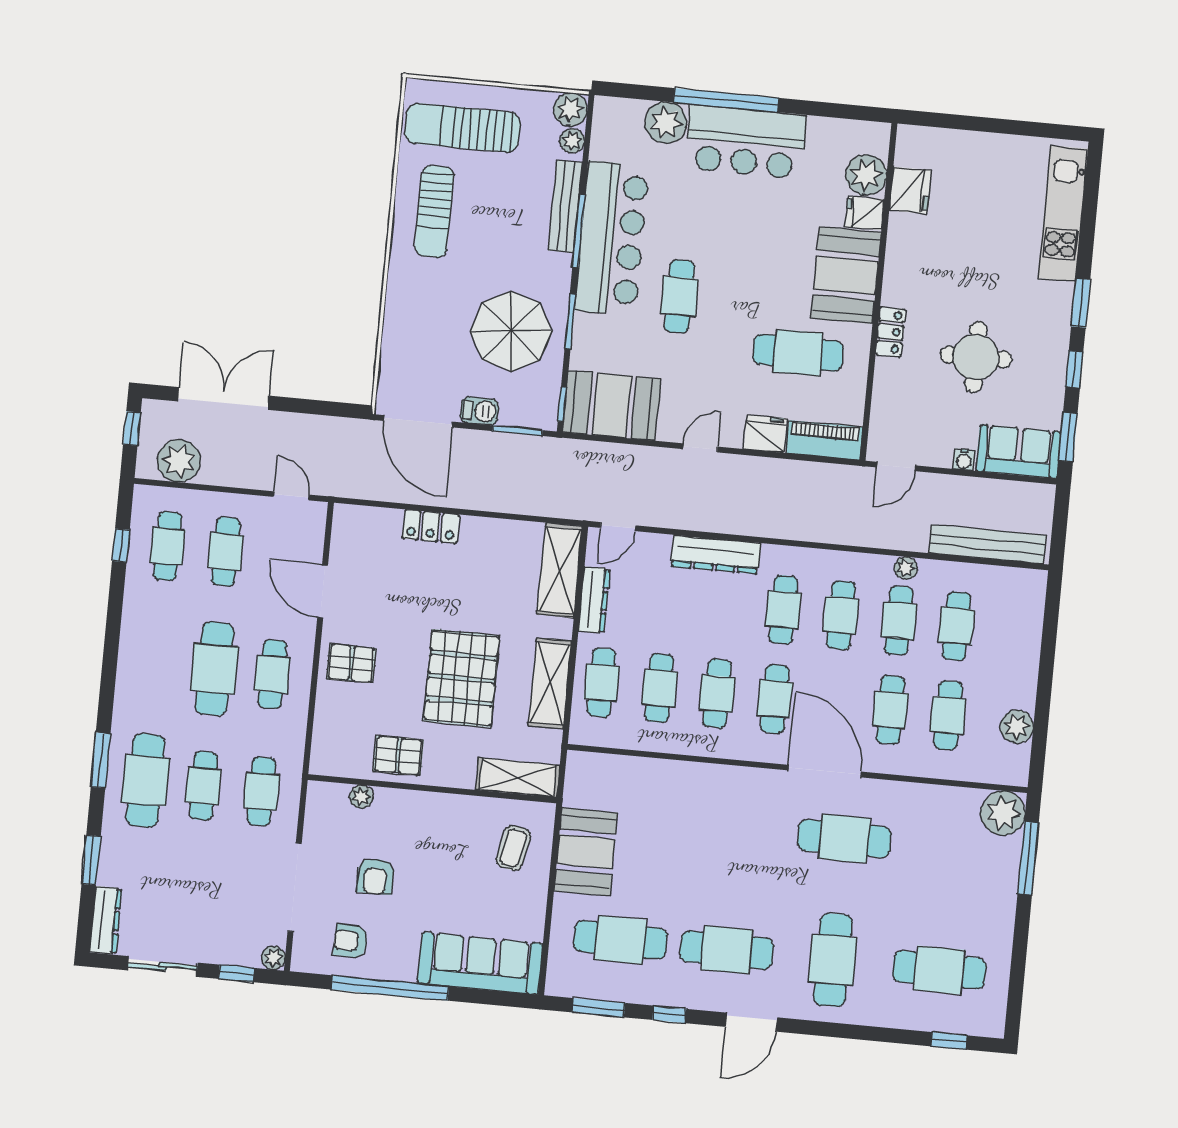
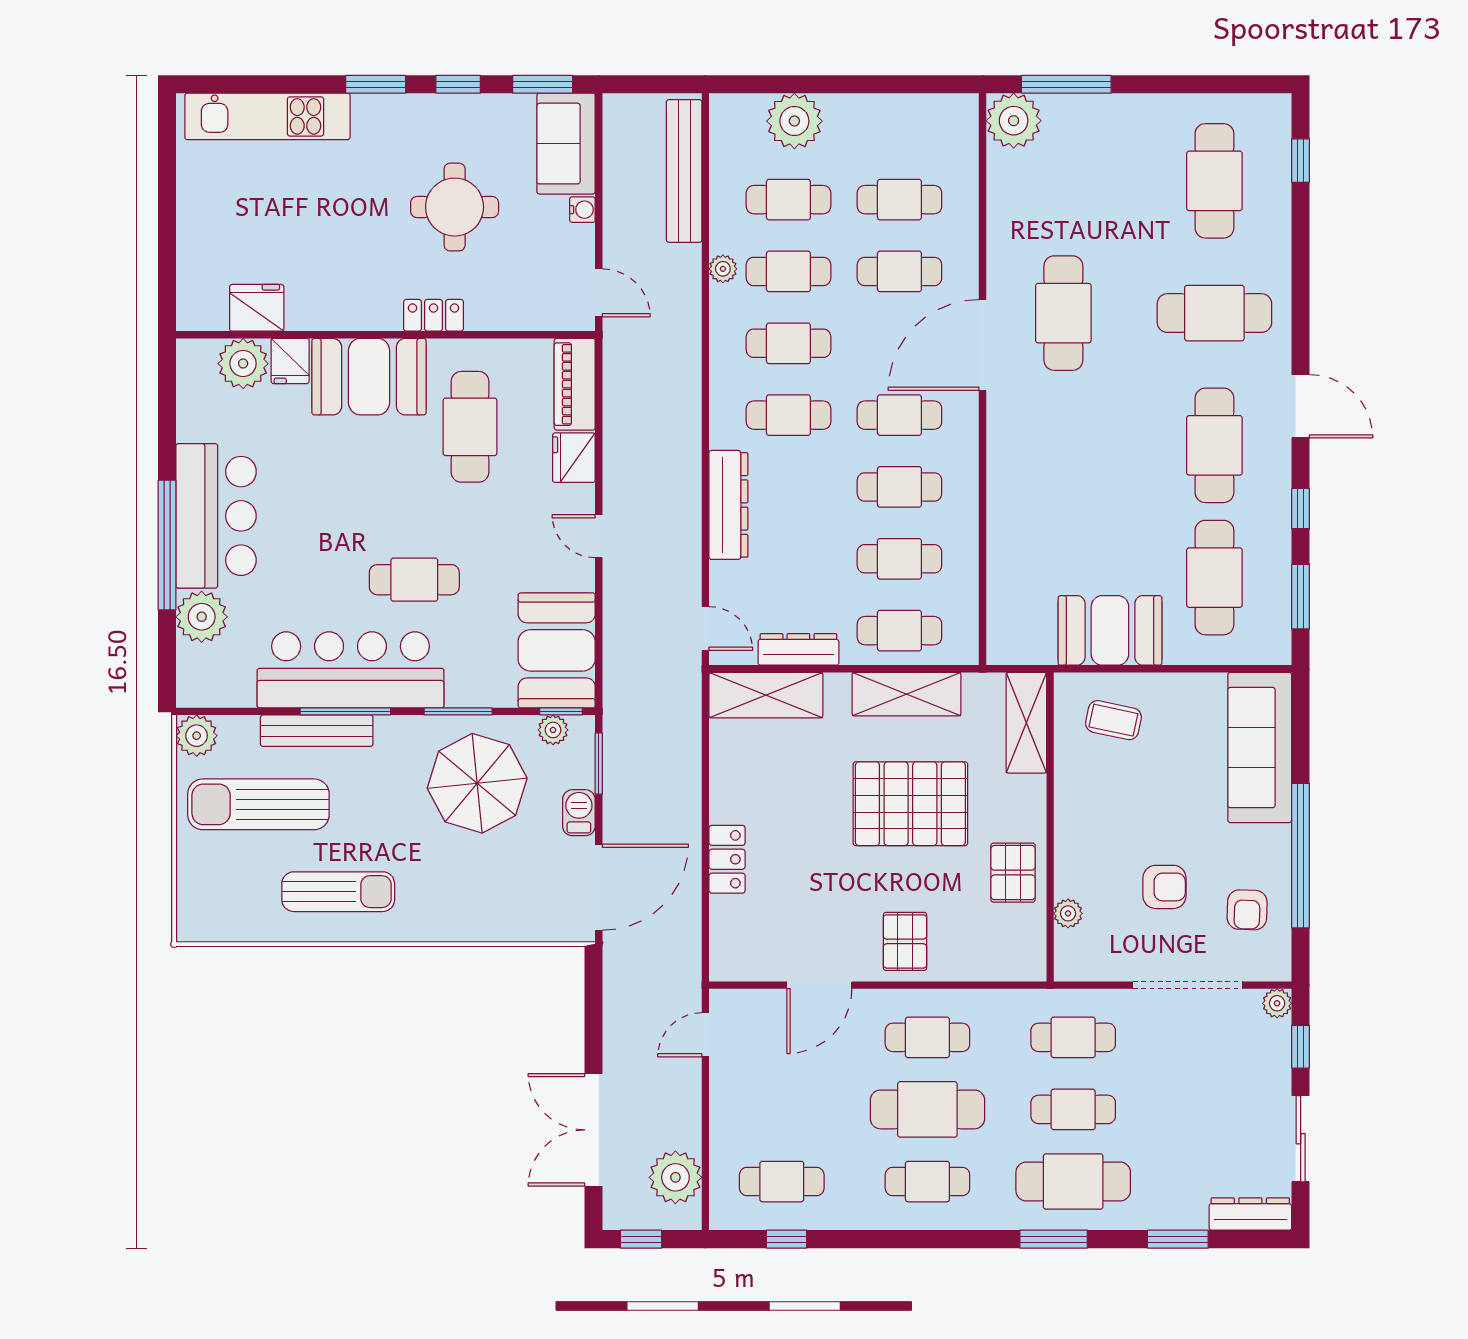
sun lounger: (462, 128) -> (258, 804), moved, turned 90
plant: (572, 141) -> (553, 730), moved
cafe table: (225, 552) -> (927, 1182), moved
plant: (1017, 727) -> (794, 121), moved, width x1.36, depth x1.36

